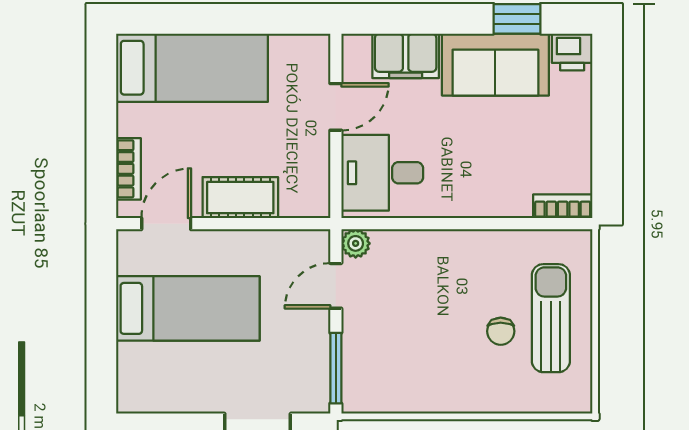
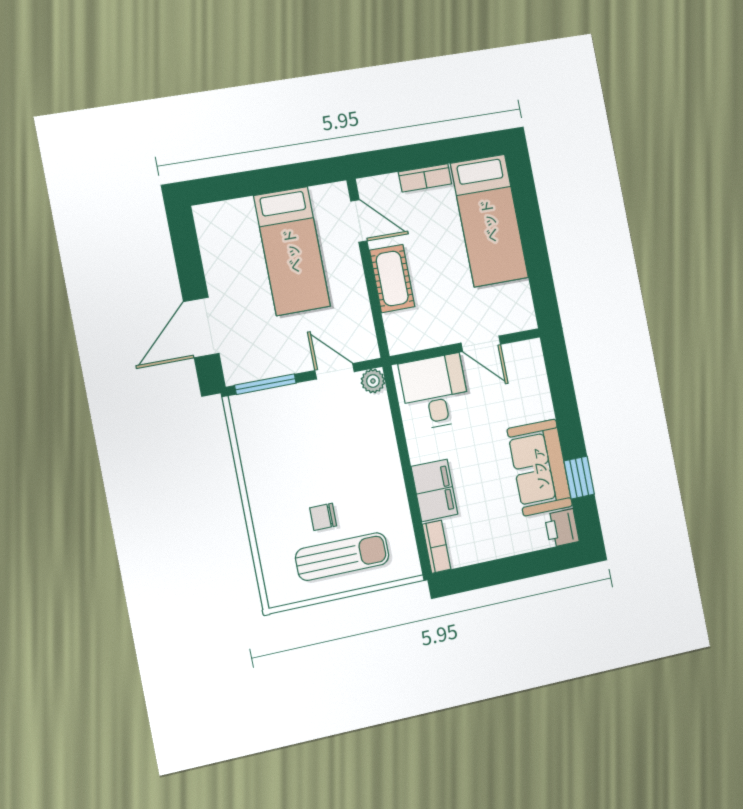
filing cabinet: (406, 56) -> (434, 490), moved, turned 180
bookcase: (129, 169) -> (425, 178), moved

